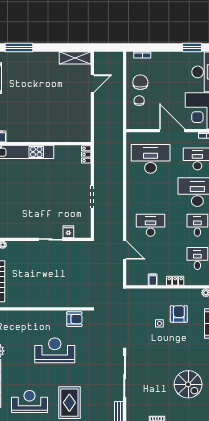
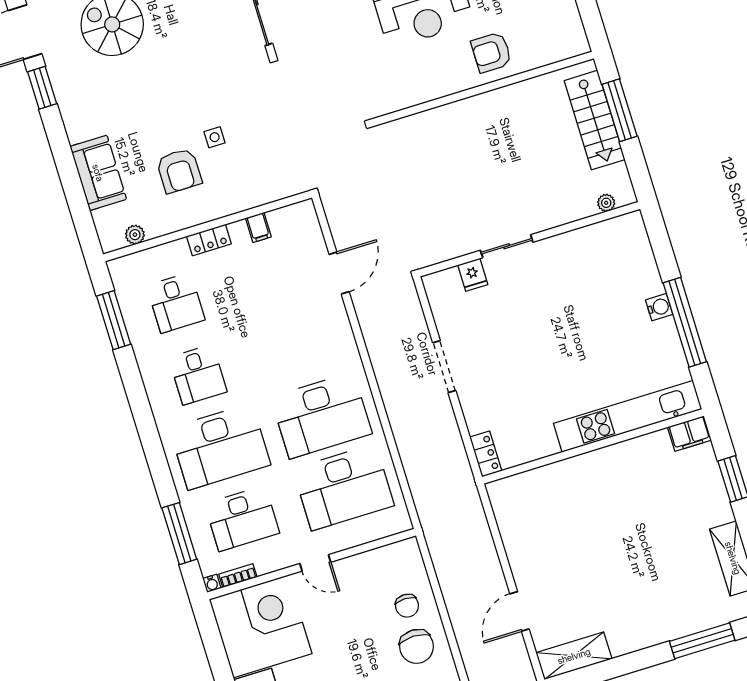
door: (172, 131) -> (315, 563), width x0.53
desk: (151, 225) -> (321, 415), moved, width x1.36, depth x1.30
door: (125, 250) -> (339, 273), swing flipped
armchair: (74, 319) -> (491, 52), moved

